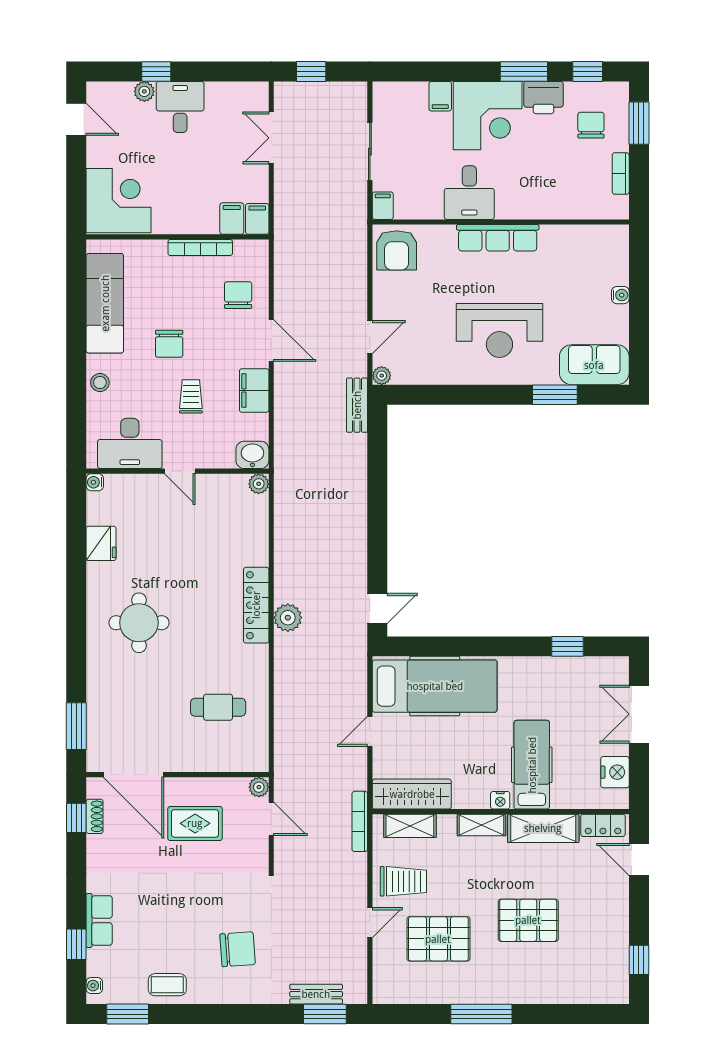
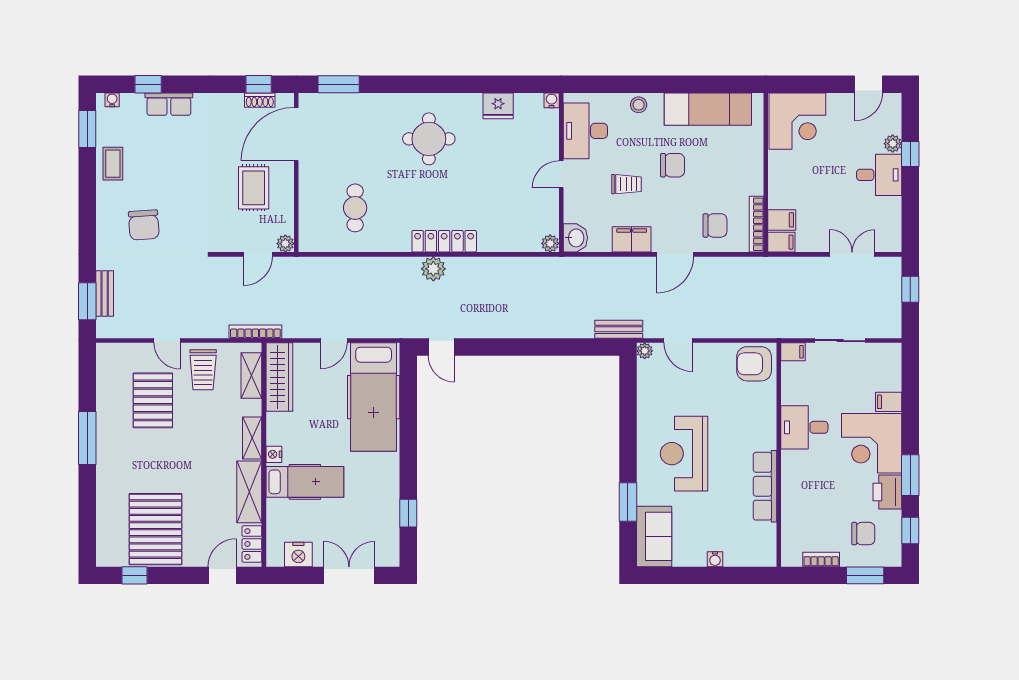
row of seats: (498, 238) -> (765, 486), moved
bookcase: (200, 247) -> (756, 224), moved
chair: (169, 344) -> (672, 165), turned 180
door: (370, 731) -> (334, 341), swing flipped
pallet: (528, 920) -> (155, 529), moved, width x1.37, depth x1.41

